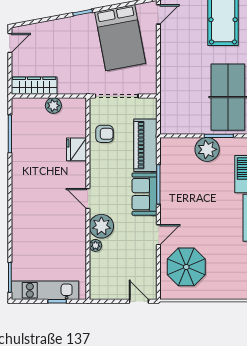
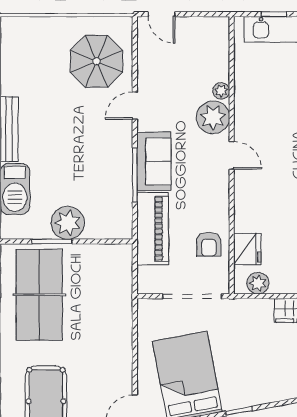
plant: (53, 106) -> (258, 283), moved
armchair: (104, 134) -> (209, 244), turned -90
fridge: (76, 149) -> (247, 249), moved

